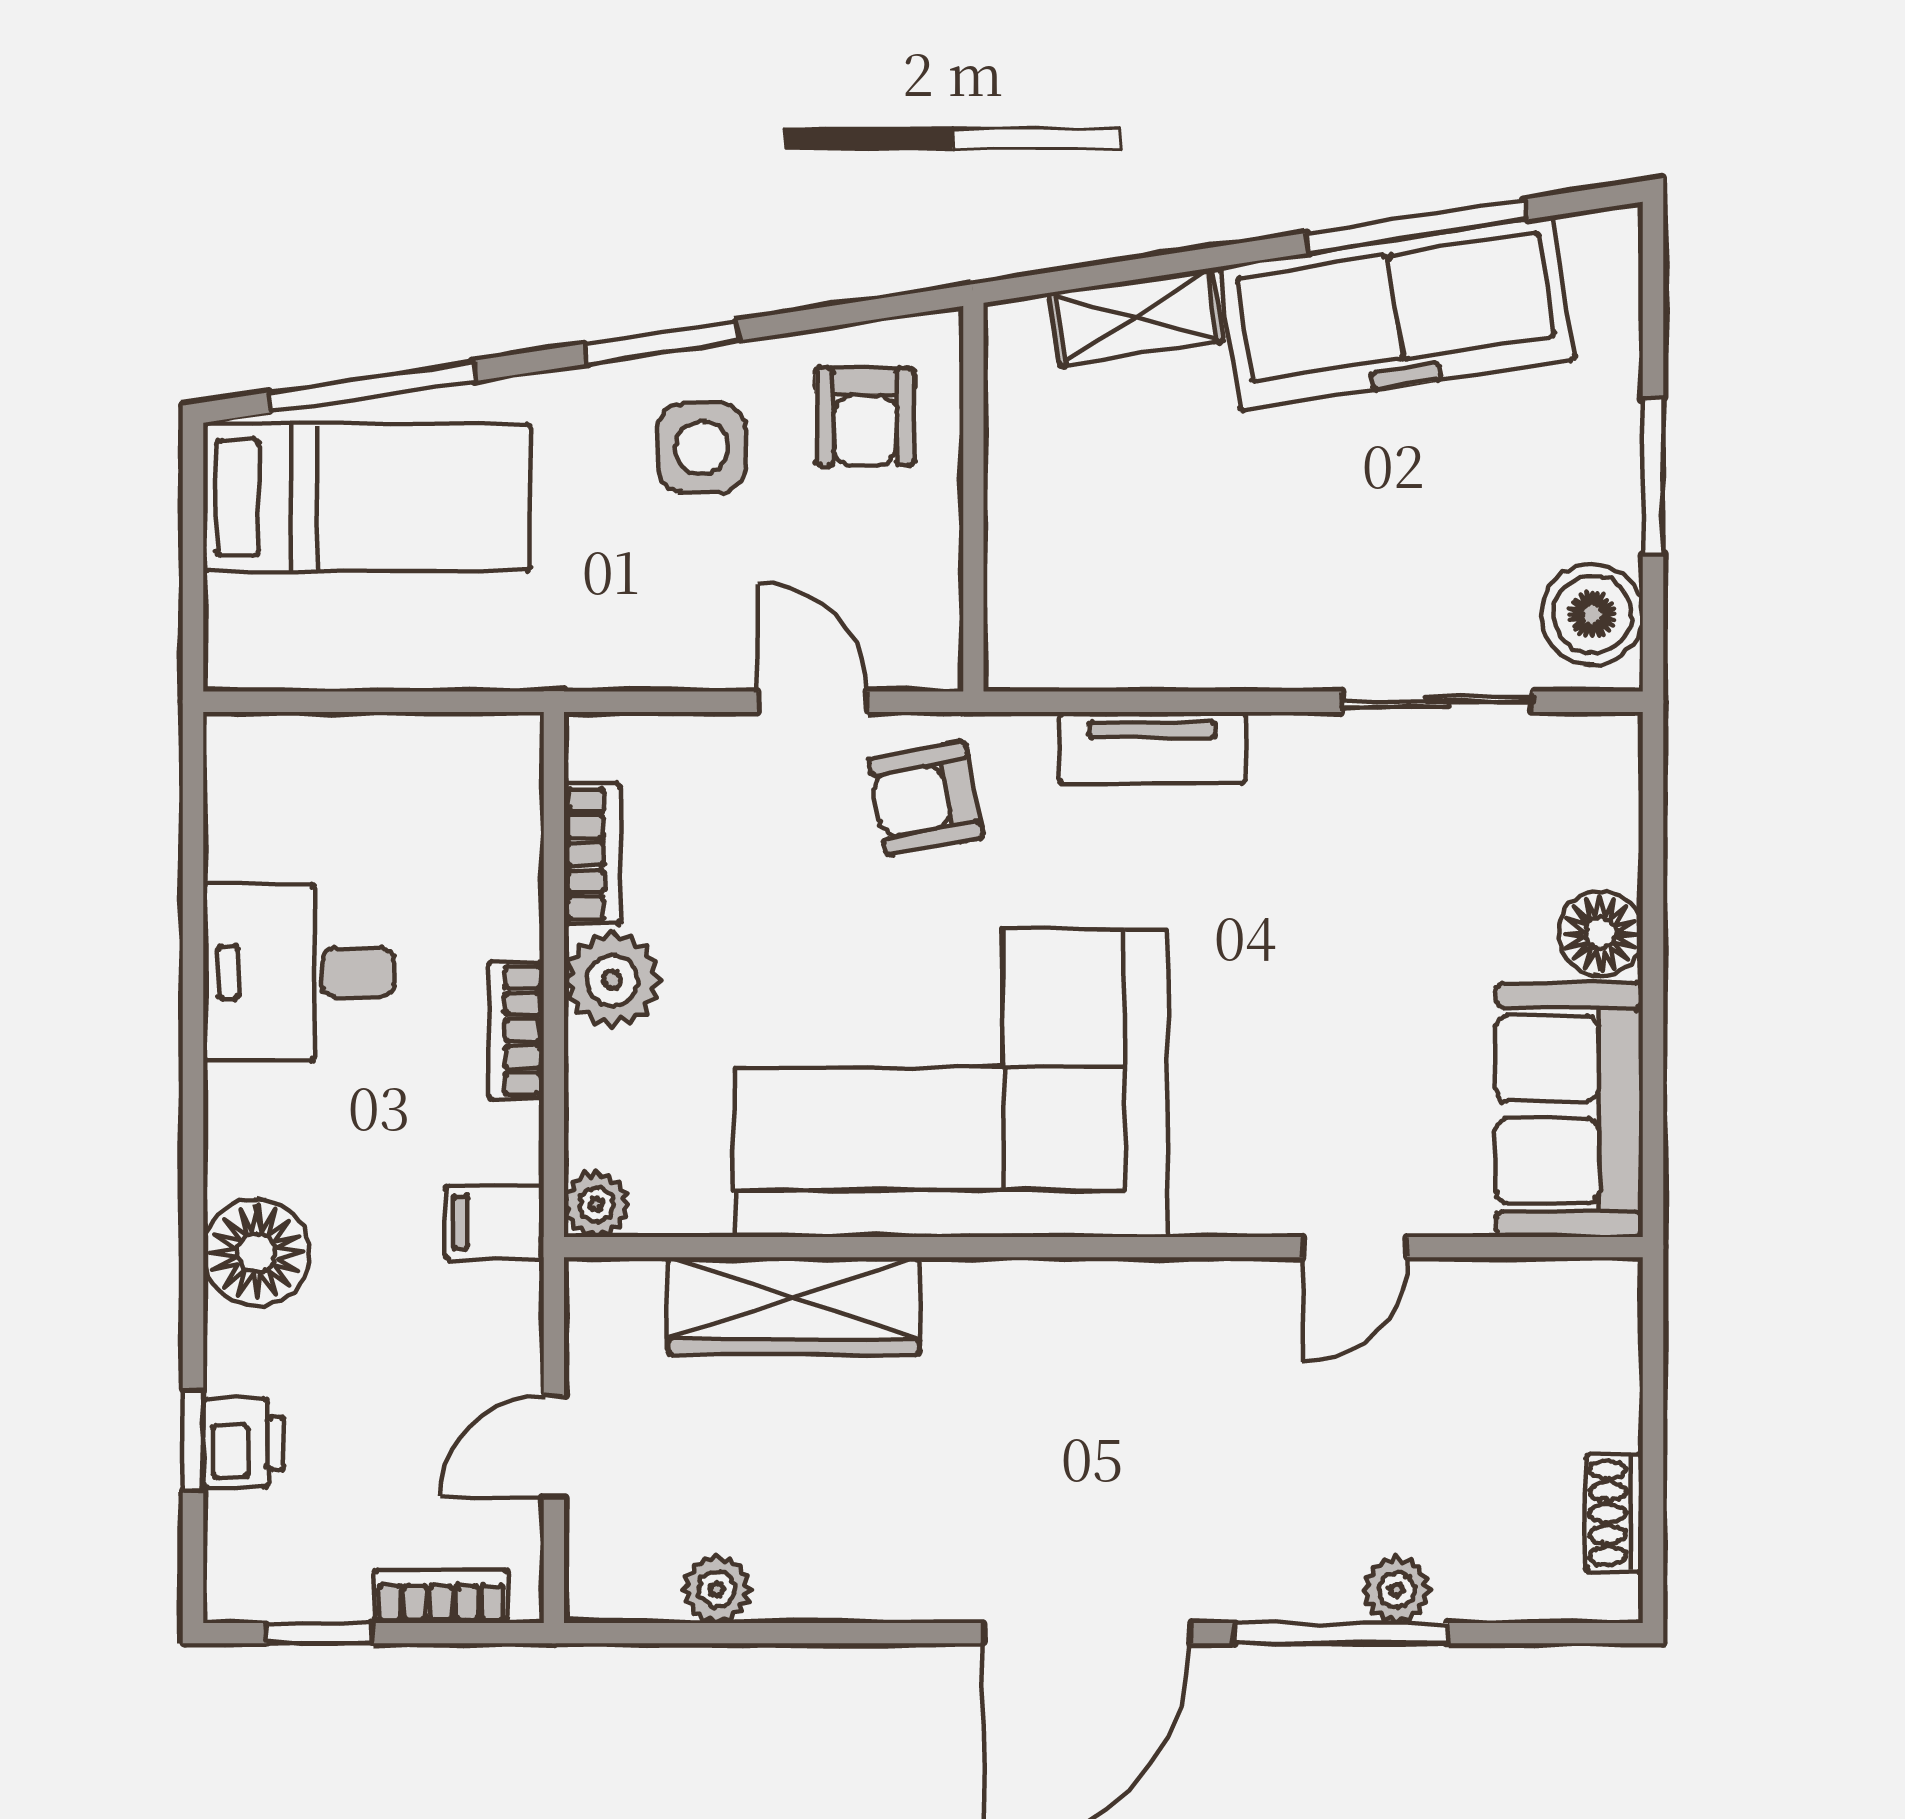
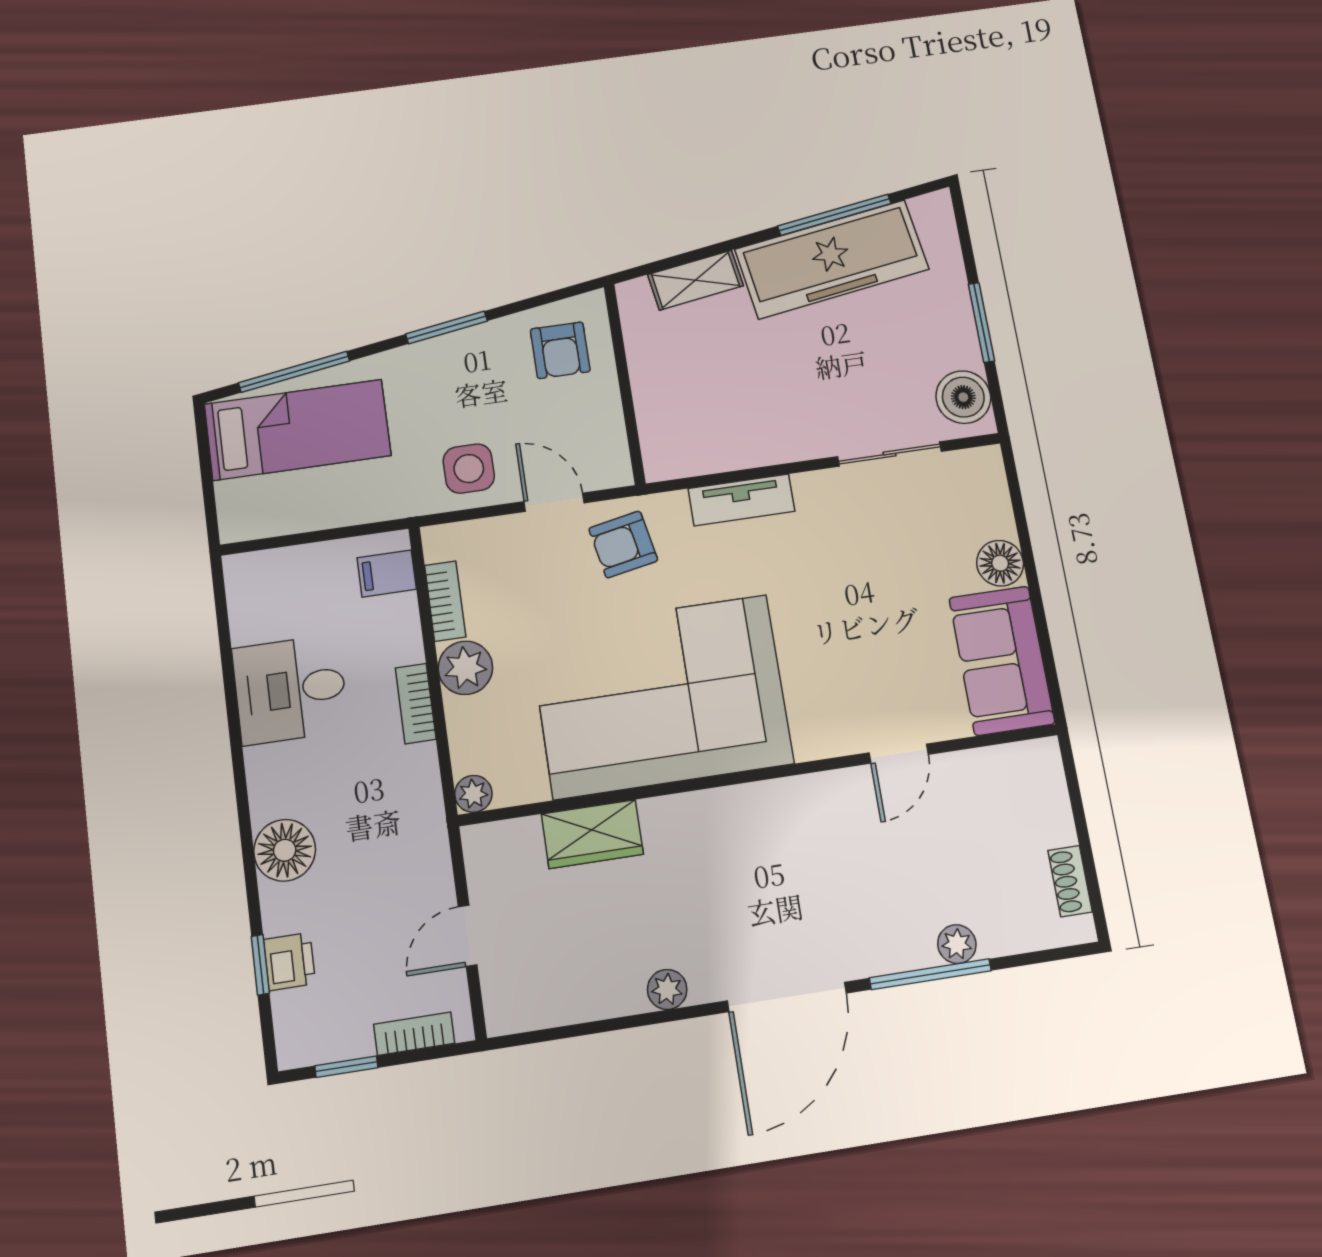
side table: (702, 448) -> (469, 469), moved
filing cabinet: (495, 1222) -> (387, 573), moved
wardrobe: (794, 1306) -> (592, 834), width x0.67
plant: (717, 1589) -> (667, 989), moved

